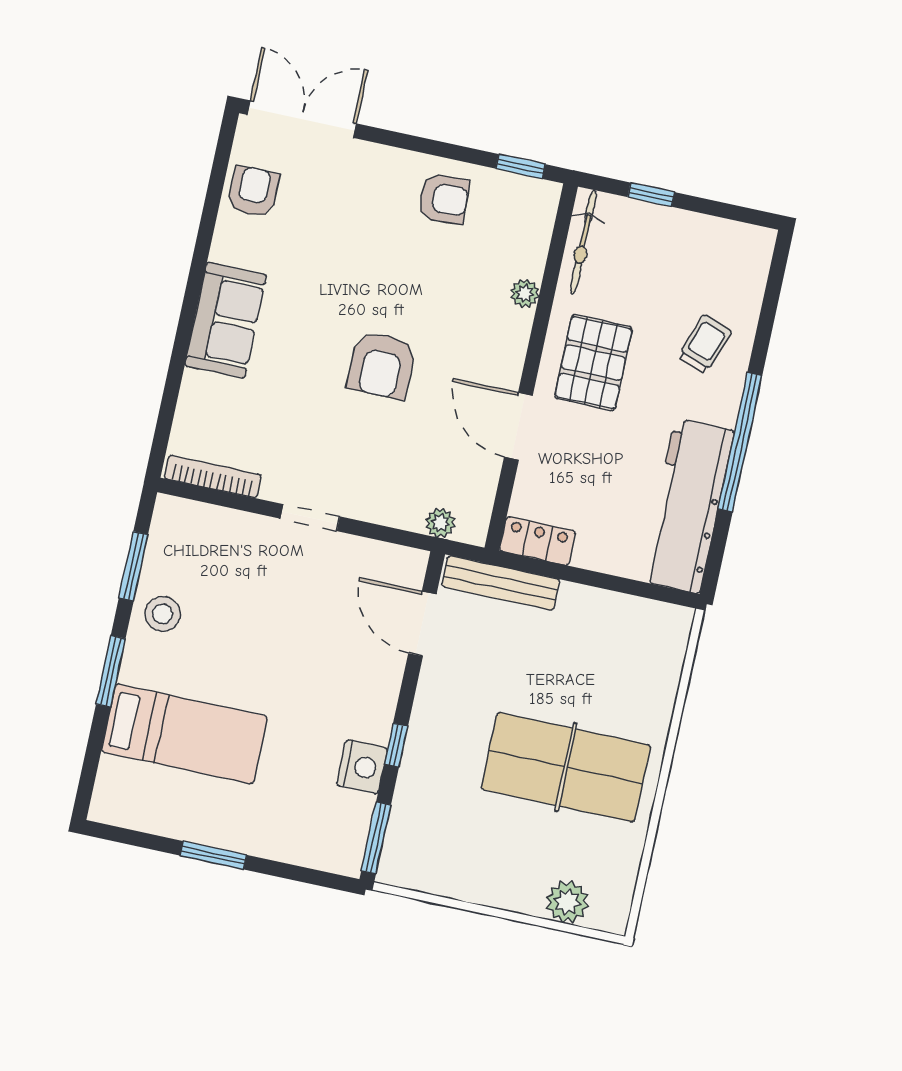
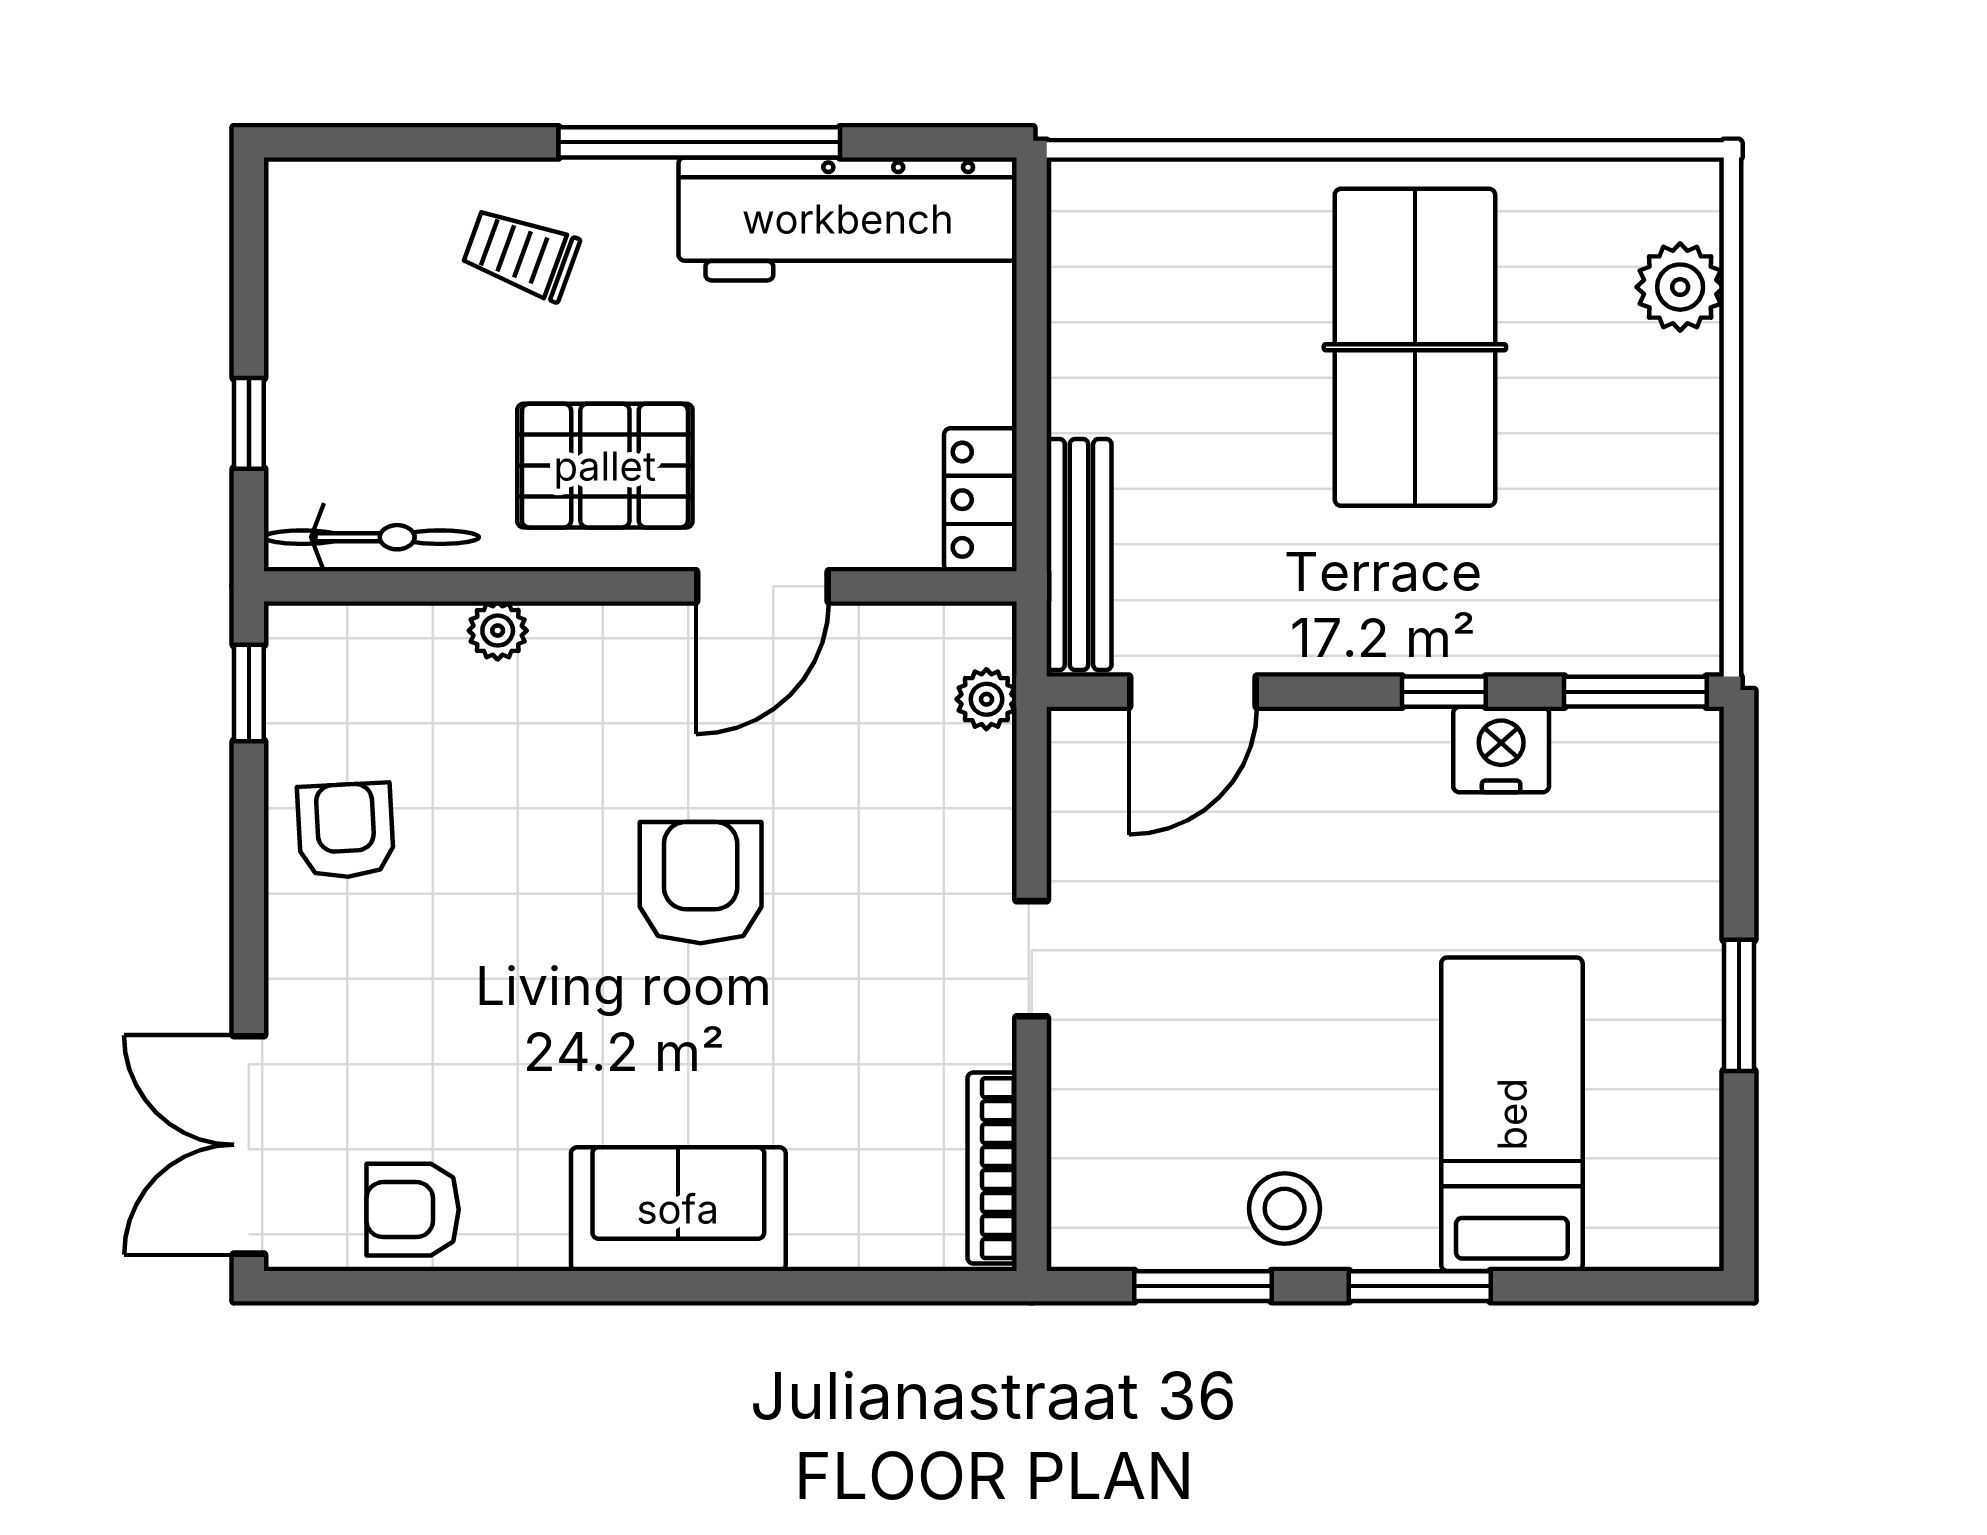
armchair: (381, 365) -> (701, 883), turned -90

